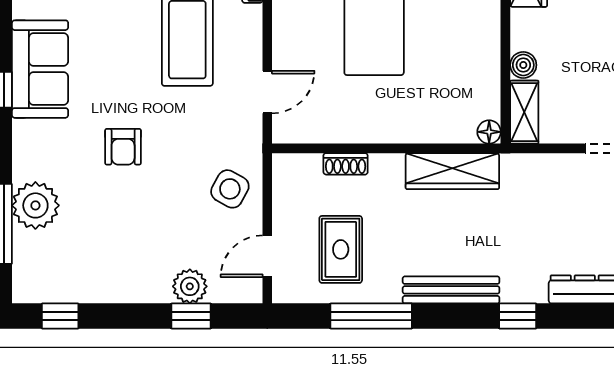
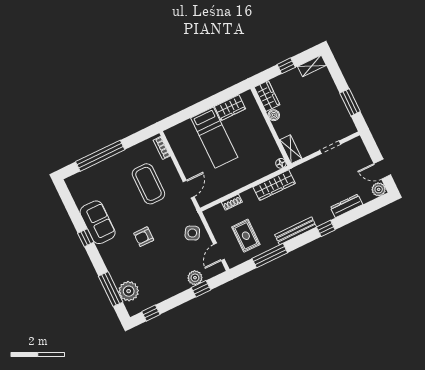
boiler: (523, 65) -> (274, 115), moved
armchair: (123, 147) -> (144, 237), turned 90
plant: (35, 205) -> (129, 291), moved

